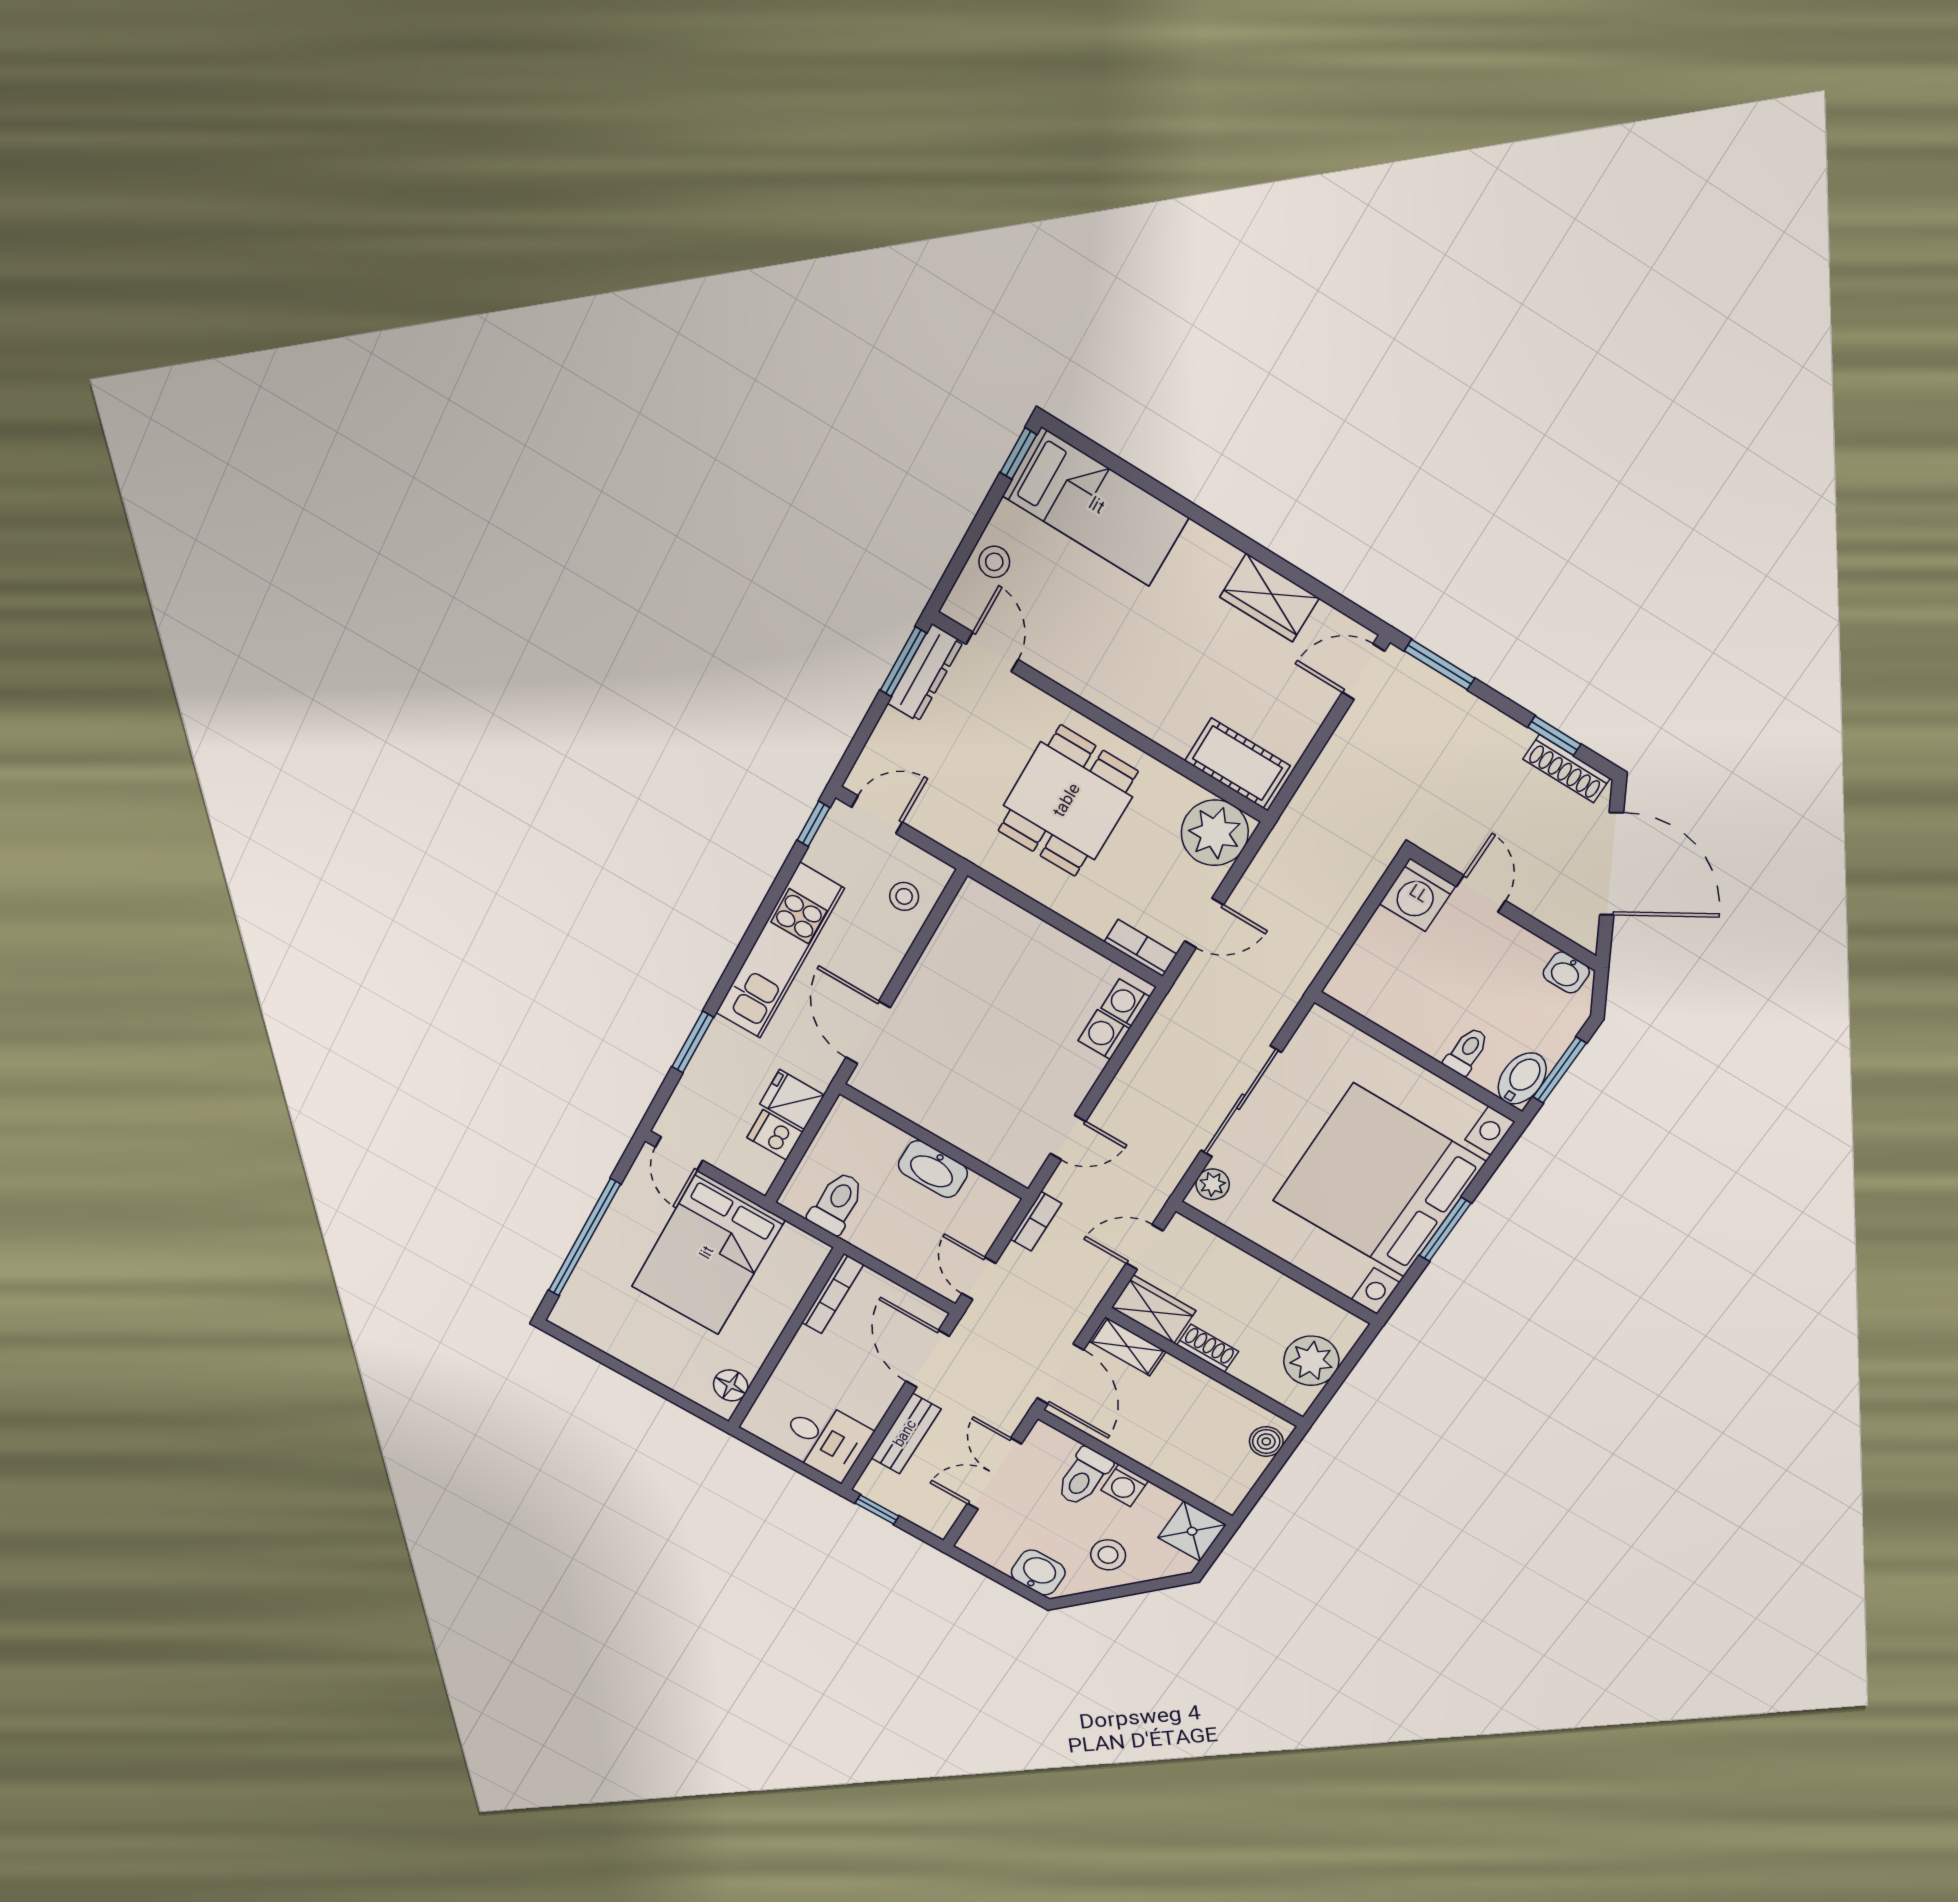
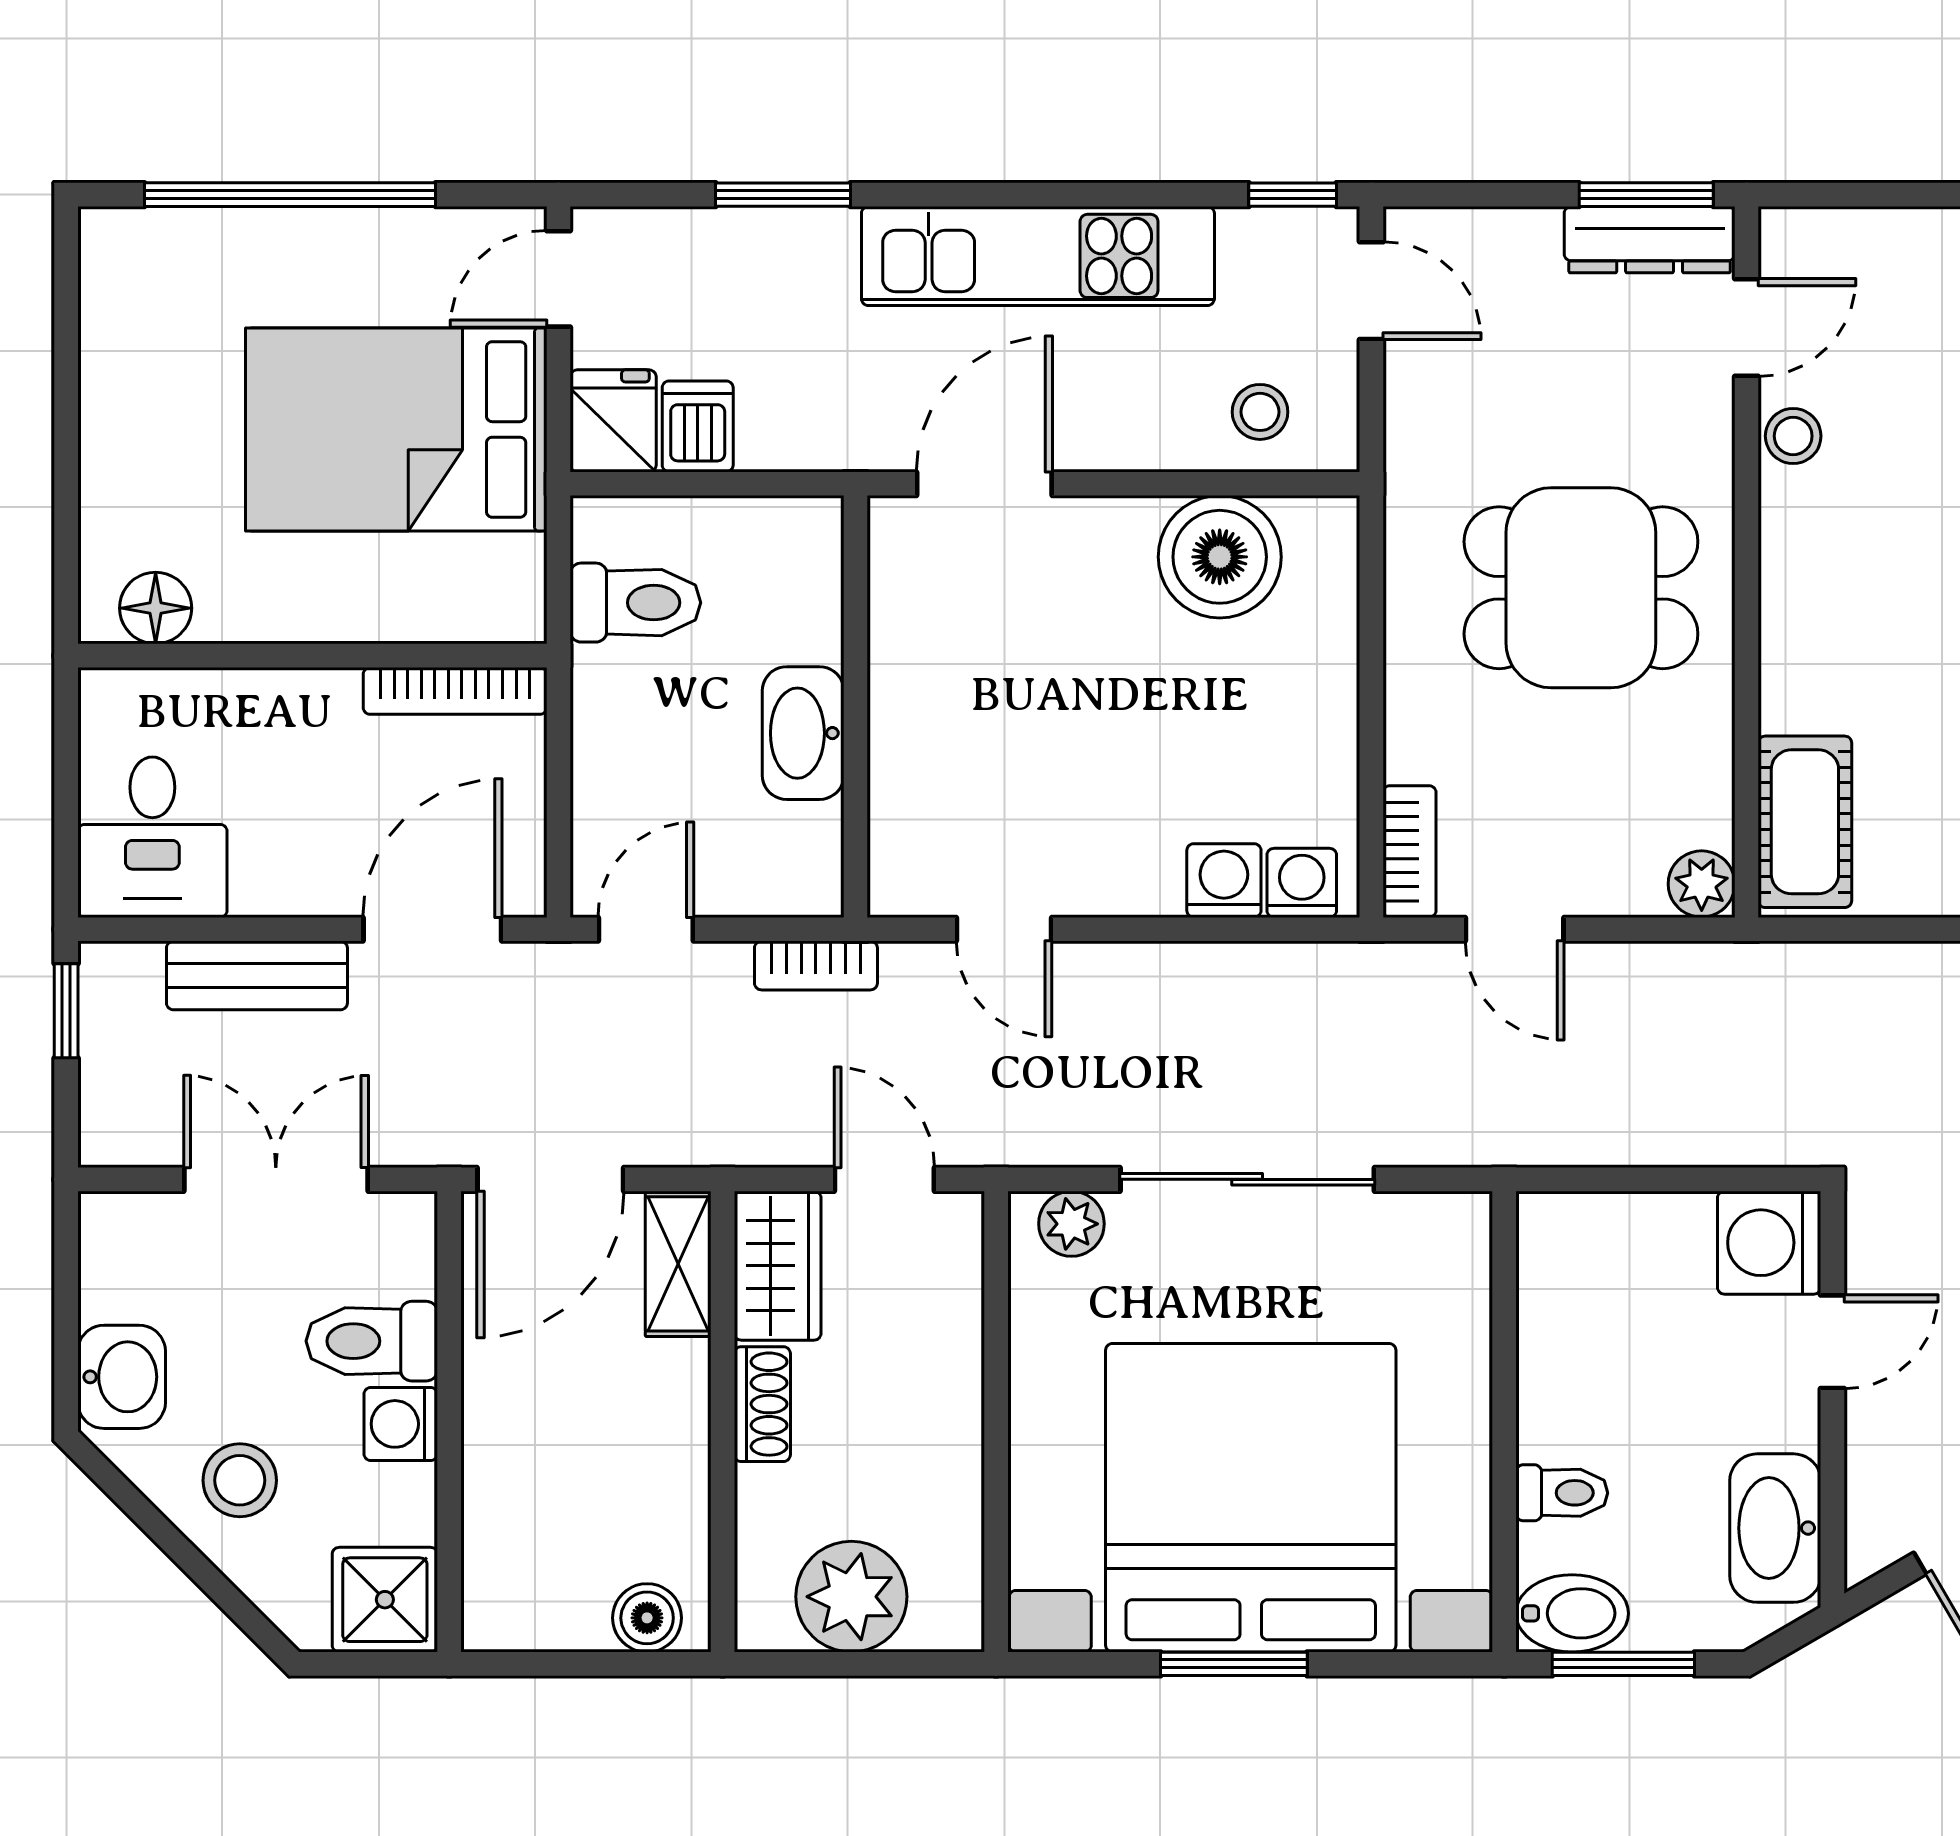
stool: (994, 562) -> (1793, 436), moved
plant: (1215, 833) -> (1702, 884), width x0.53, depth x0.53
boiler: (959, 952) -> (1220, 557), added
washbasin: (1566, 972) -> (1775, 1528), width x1.91, depth x1.45
fridge: (792, 1100) -> (613, 421), moved

